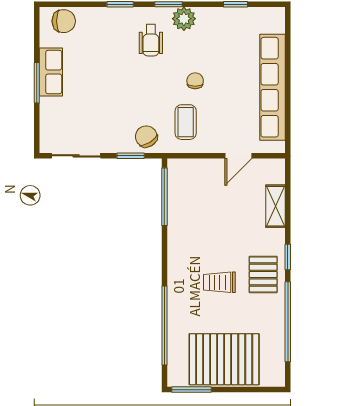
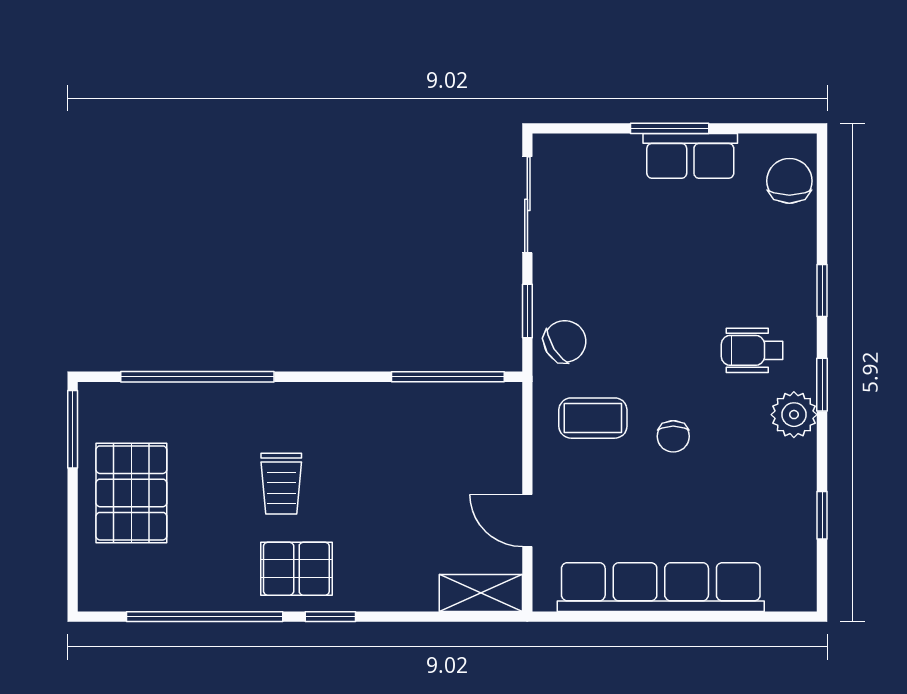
chair: (64, 21) -> (789, 181), turned 180
chair: (195, 81) -> (673, 436), turned 90
shelving: (276, 206) -> (481, 593), moved
trolley: (219, 282) -> (281, 484), turned 180
pallet: (224, 359) -> (131, 493), width x0.73, depth x0.71

